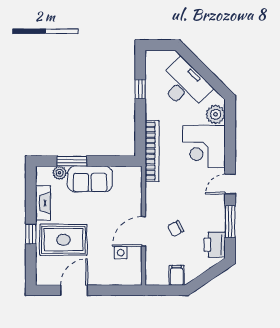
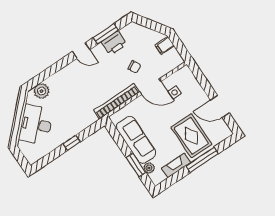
window: (140, 89) -> (72, 143), moved
corner desk: (204, 147) -> (68, 84), removed
bookcase: (152, 151) -> (117, 101), moved
sofa: (90, 179) -> (136, 140), width x1.36
window: (31, 234) -> (202, 160), width x2.17
printer: (215, 245) -> (114, 43), moved

